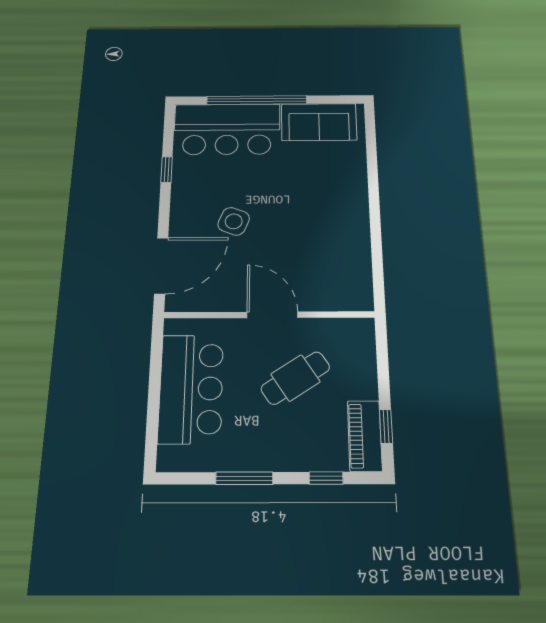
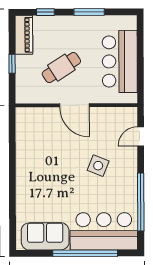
window: (167, 169) -> (141, 202), width x3.17
door: (161, 266) -> (141, 136), width x0.53
window: (386, 426) -> (12, 64), moved

